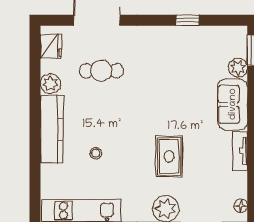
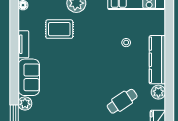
cafe table: (101, 71) -> (122, 101), turned -34
rug: (169, 156) -> (59, 29), moved, turned 90

